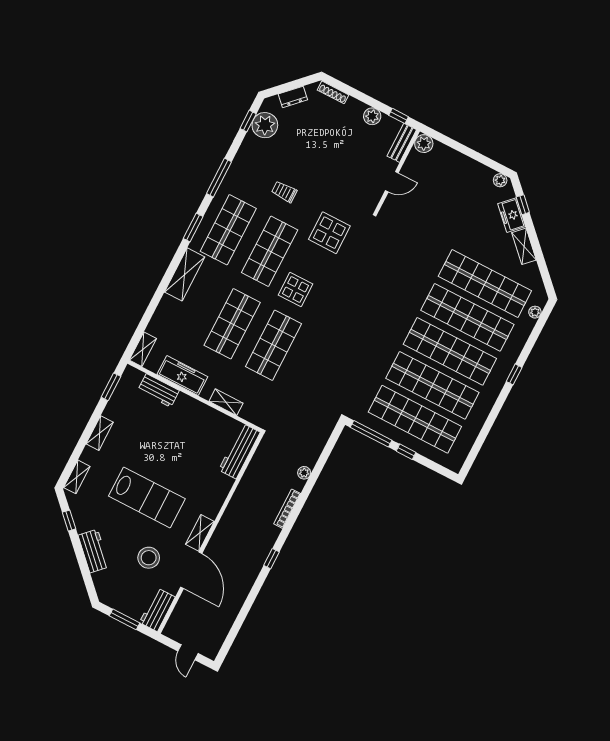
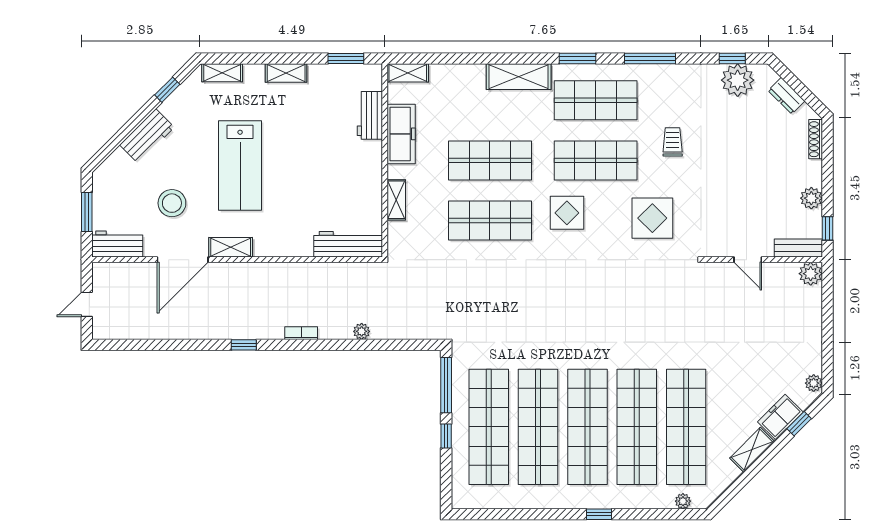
bookcase: (287, 509) -> (301, 333), width x0.64

